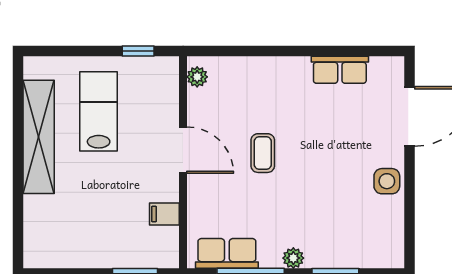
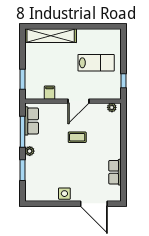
shelving: (39, 137) -> (51, 36), moved

